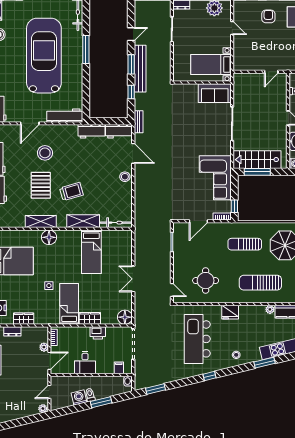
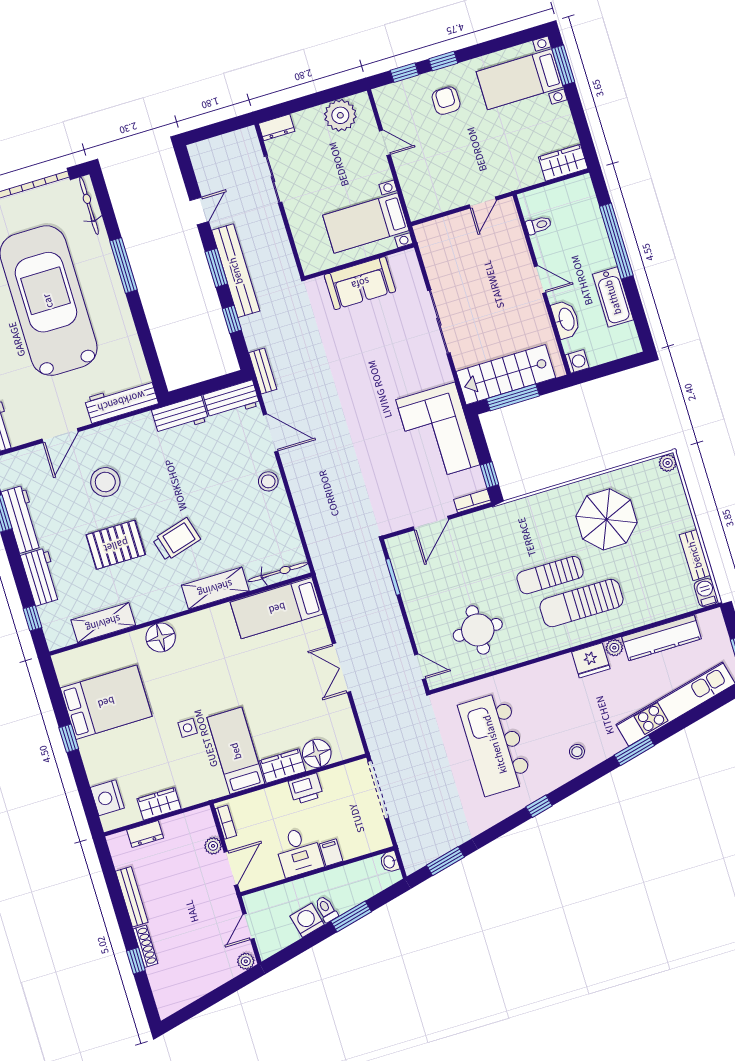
sofa: (215, 93) -> (360, 283), moved
pallet: (41, 185) -> (116, 545), turned 90
shelving: (41, 222) -> (103, 623), moved
sun lounger: (245, 244) -> (550, 575), moved
bed: (91, 252) -> (277, 608), moved, turned 90
fridge: (230, 312) -> (591, 660), moved
floor lamp: (125, 317) -> (317, 753), moved
filing cabinet: (119, 368) -> (331, 853), moved

